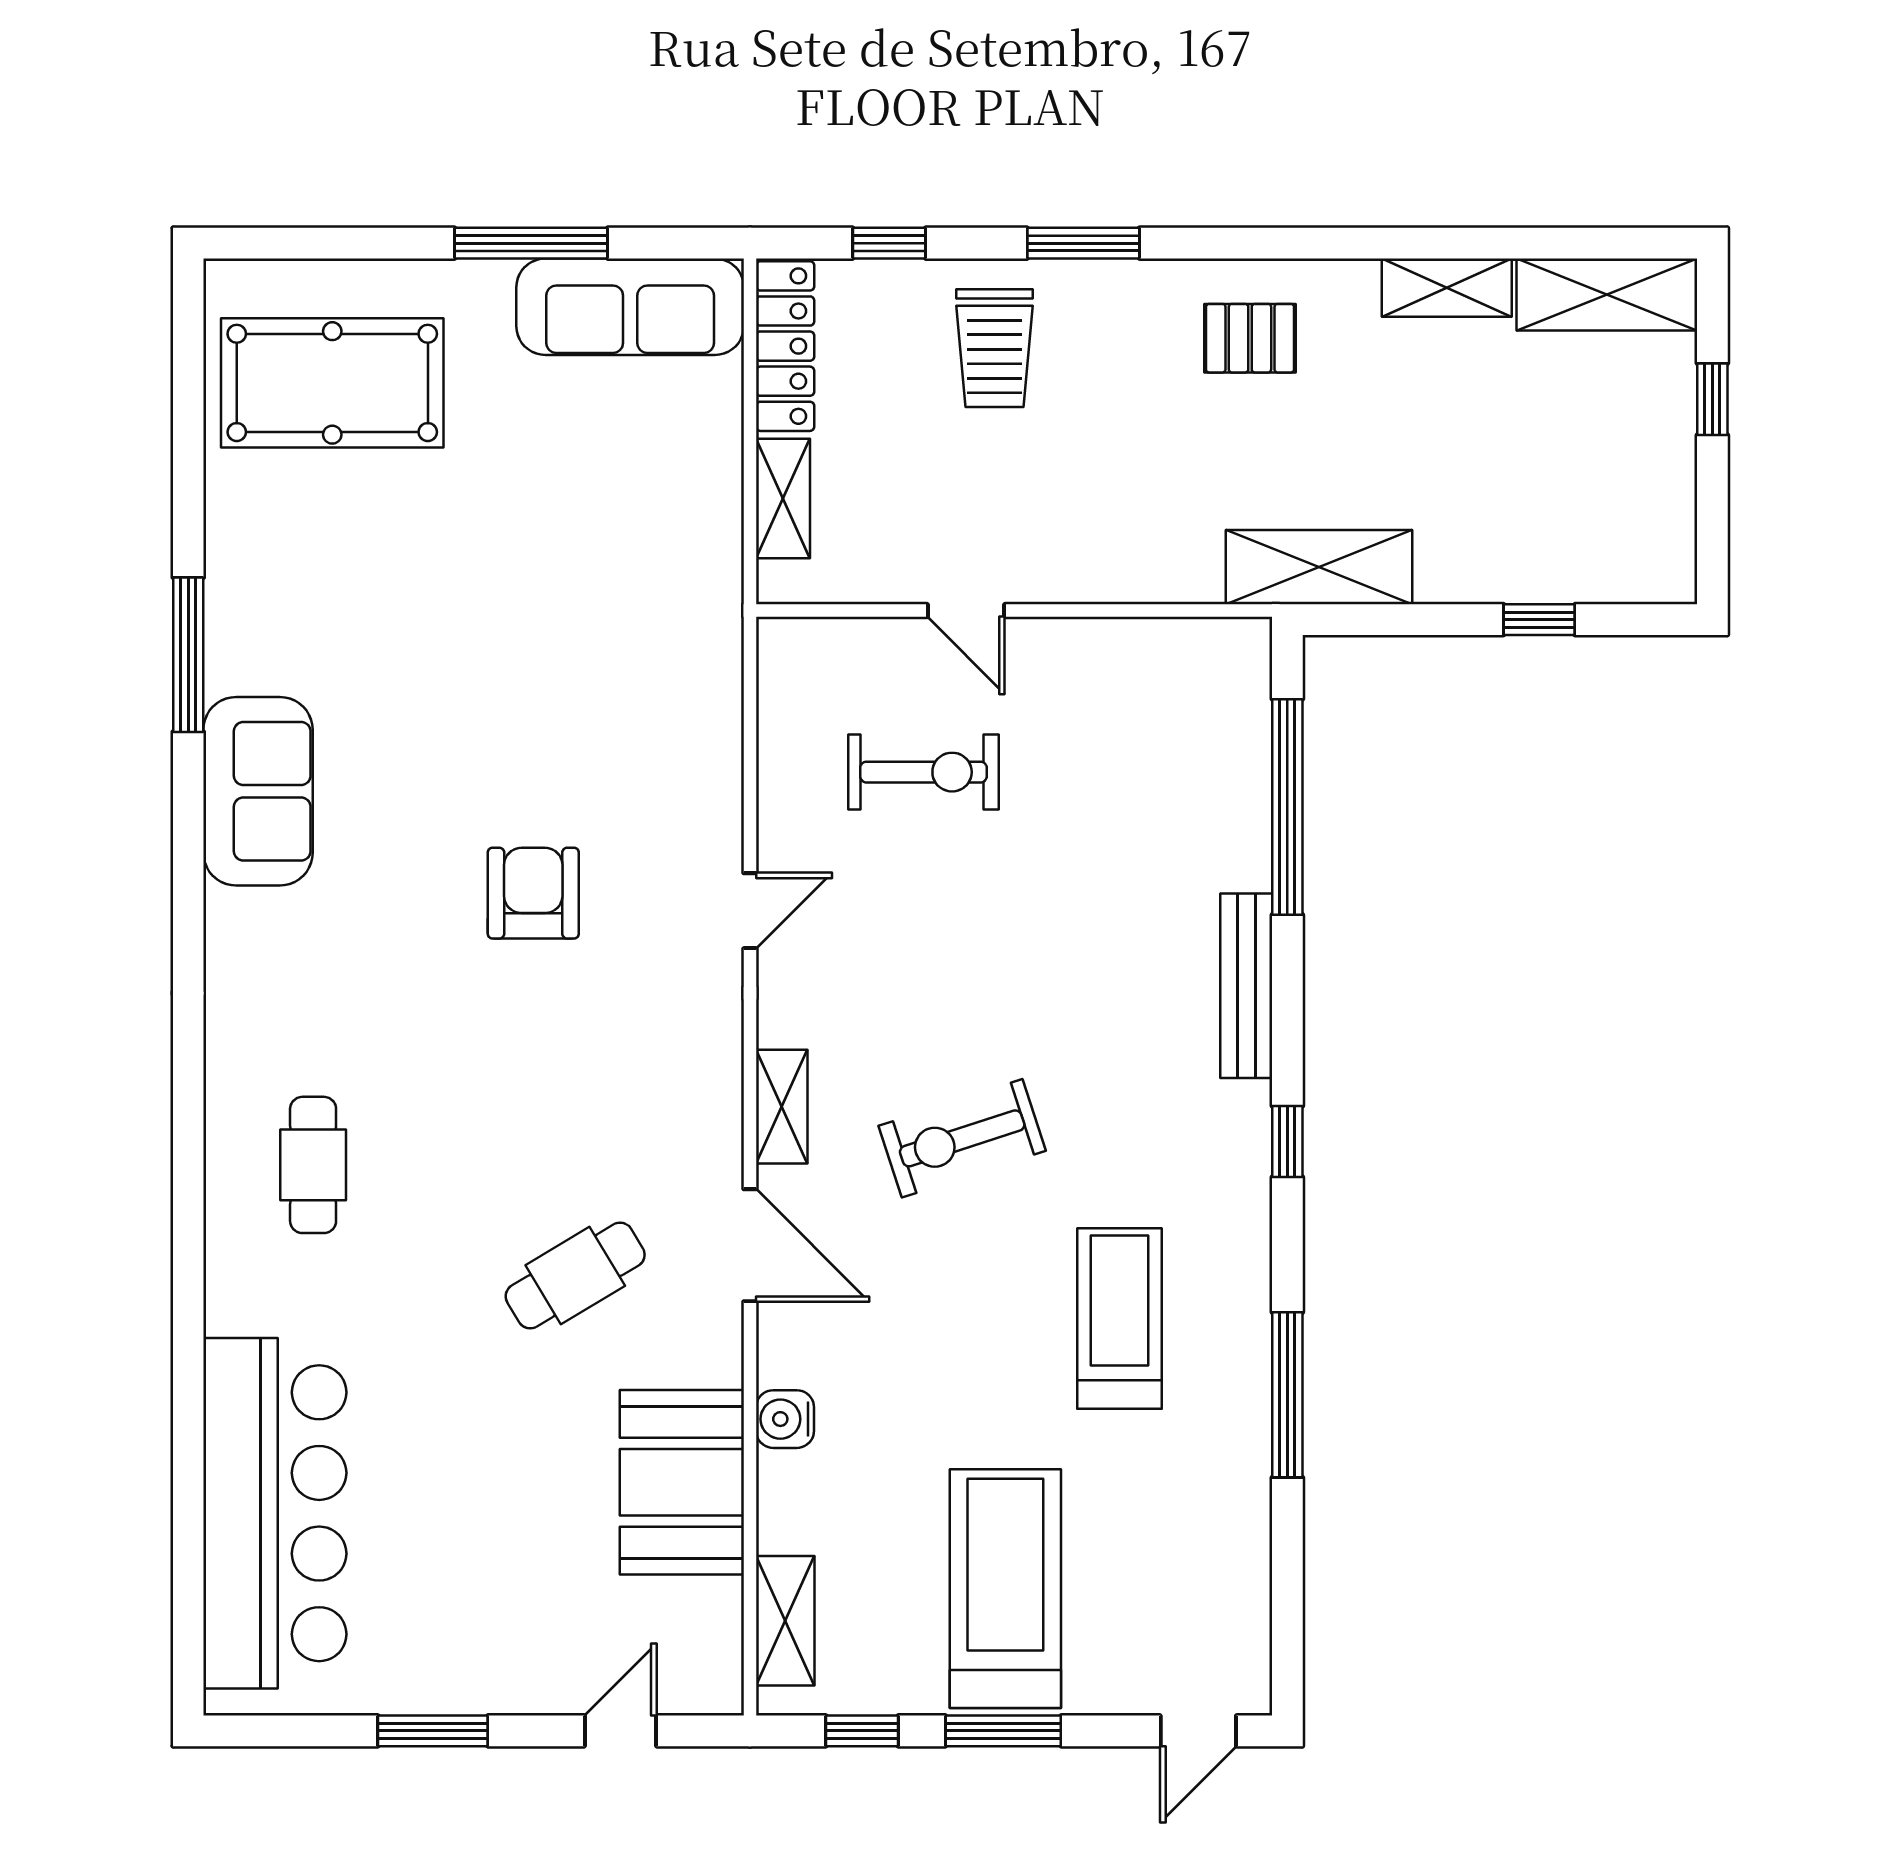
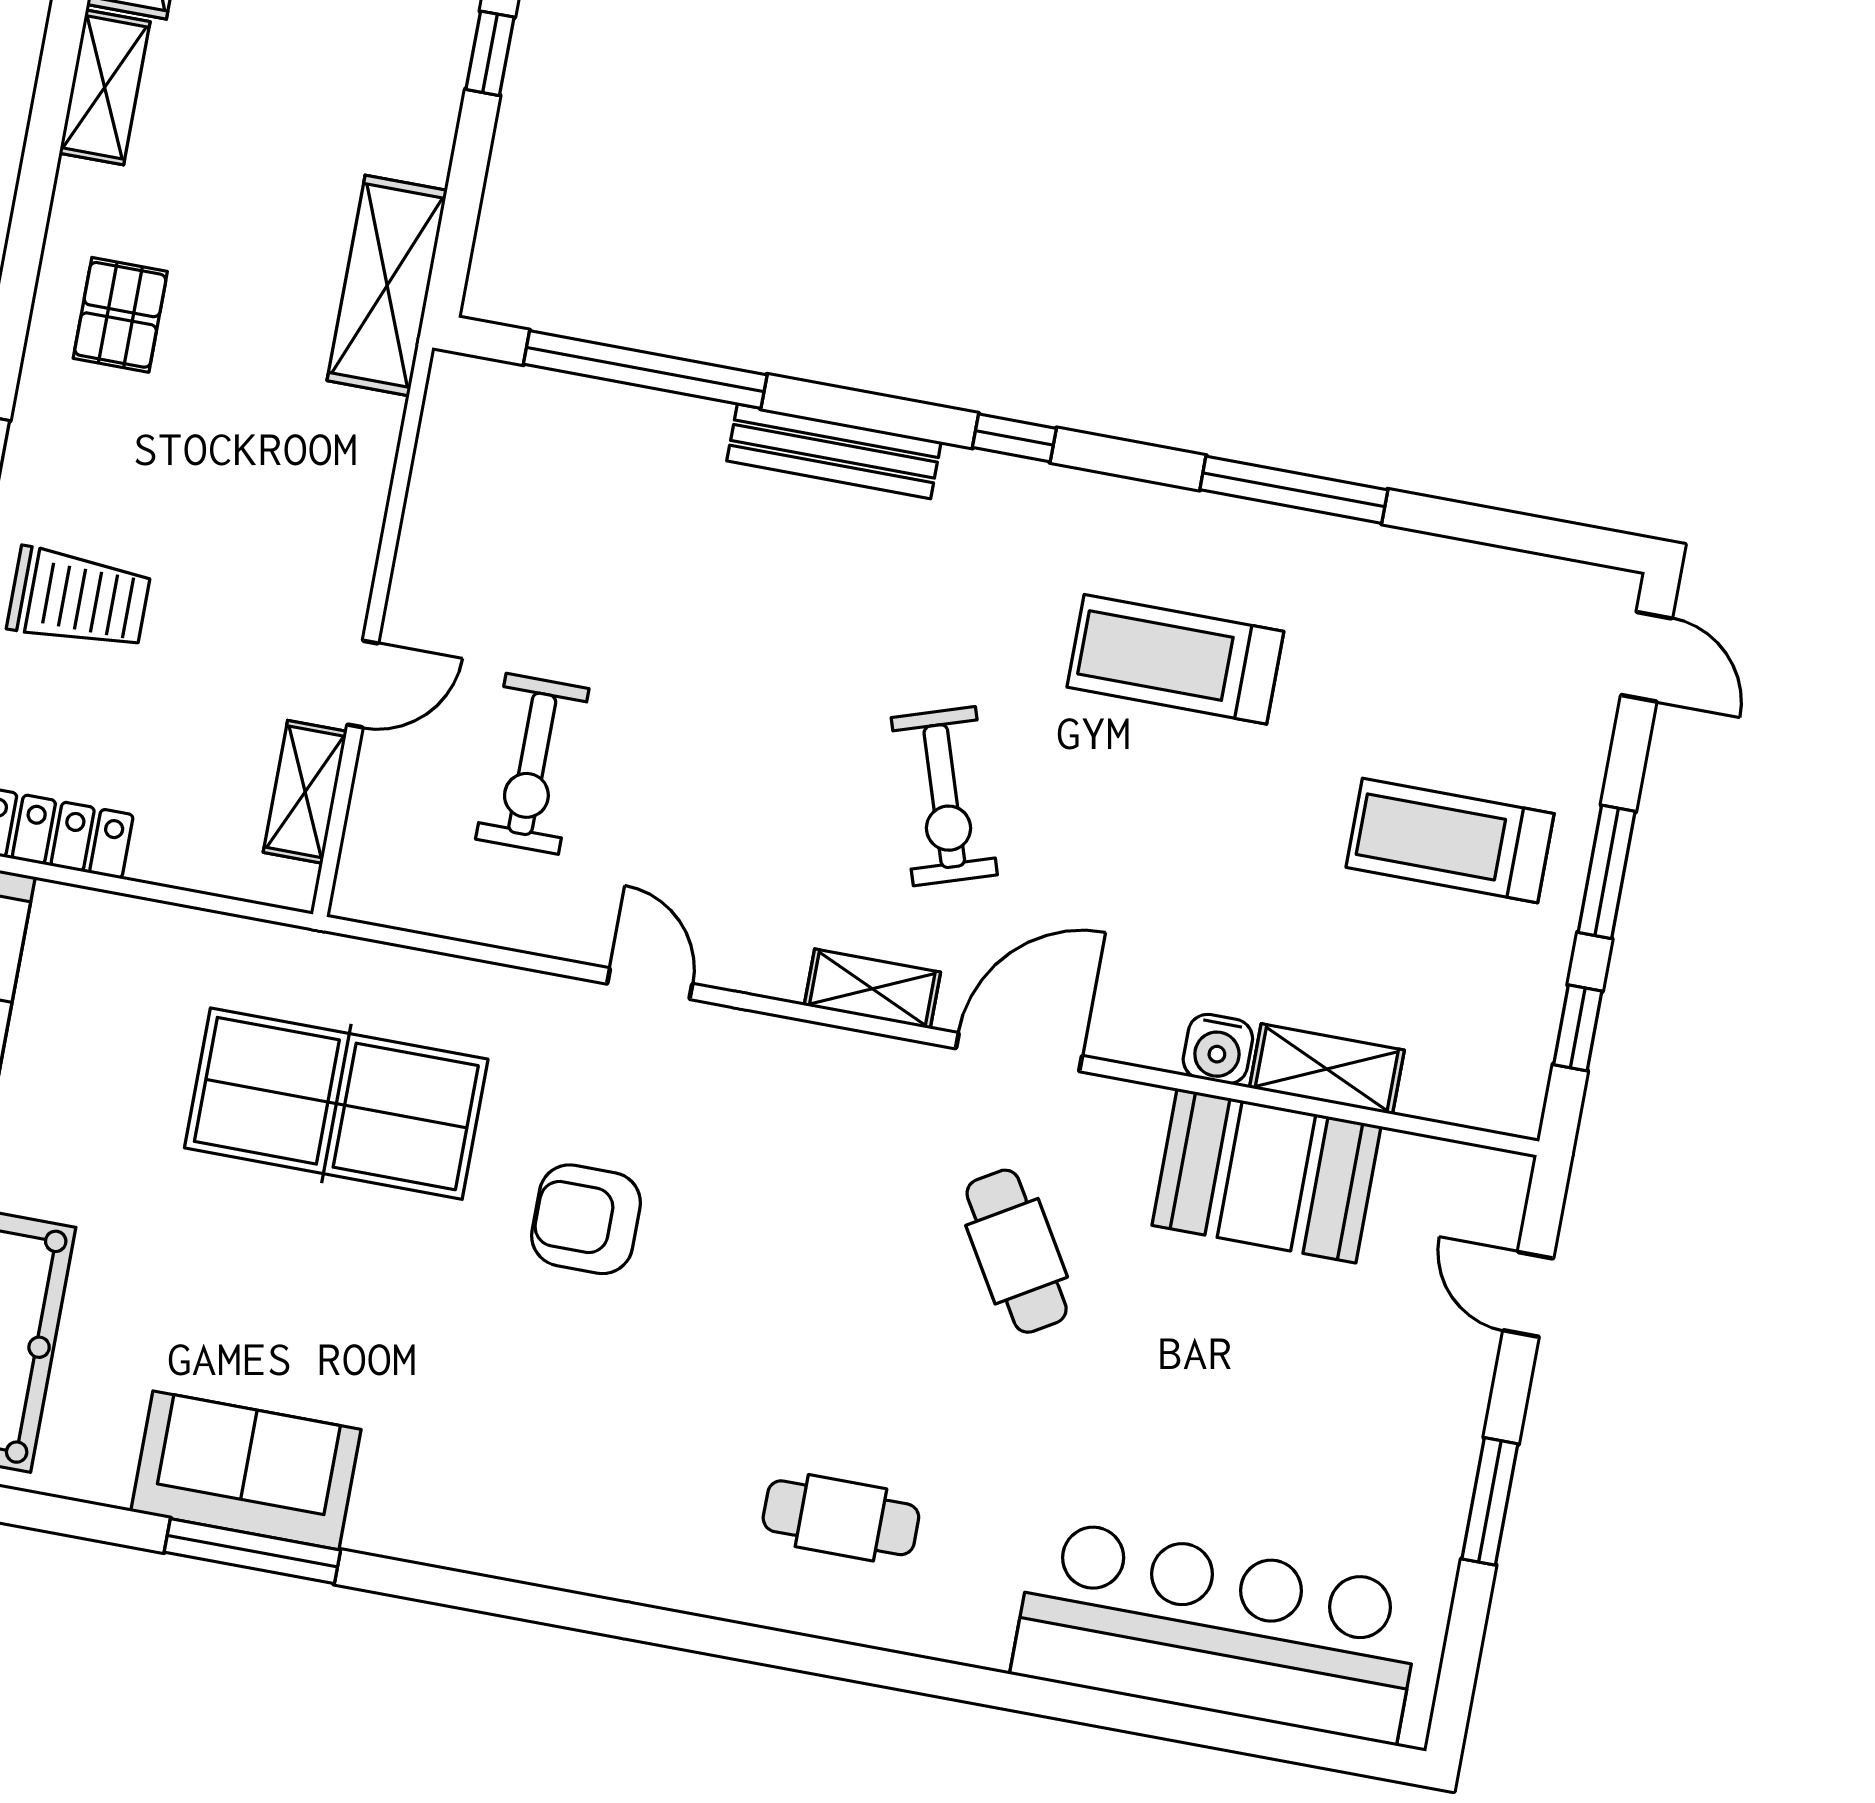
shelving: (783, 499) -> (305, 792), moved, turned 90
table tennis table: (594, 656) -> (336, 1104), added
exercise bike: (923, 772) -> (532, 764), turned 180
sofa: (258, 791) -> (246, 1470), moved
treadmill: (1005, 1589) -> (1450, 840), width x0.73, depth x0.73
shelving: (785, 1621) -> (1327, 1069), moved

